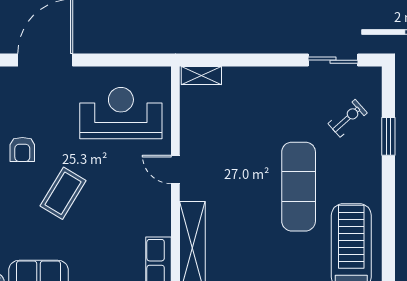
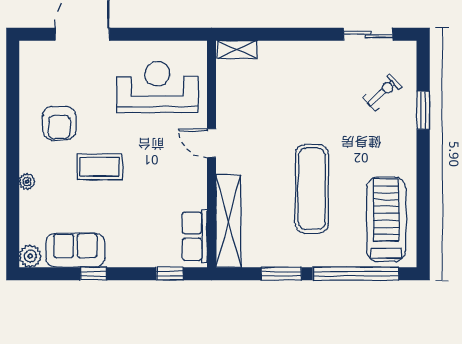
armchair: (22, 149) -> (59, 123), width x1.38, depth x1.38
exercise mat: (299, 187) -> (312, 189), moved
coffee table: (63, 193) -> (100, 167), turned 59

